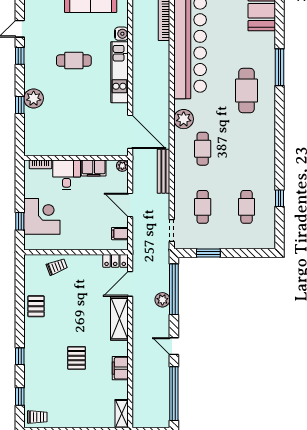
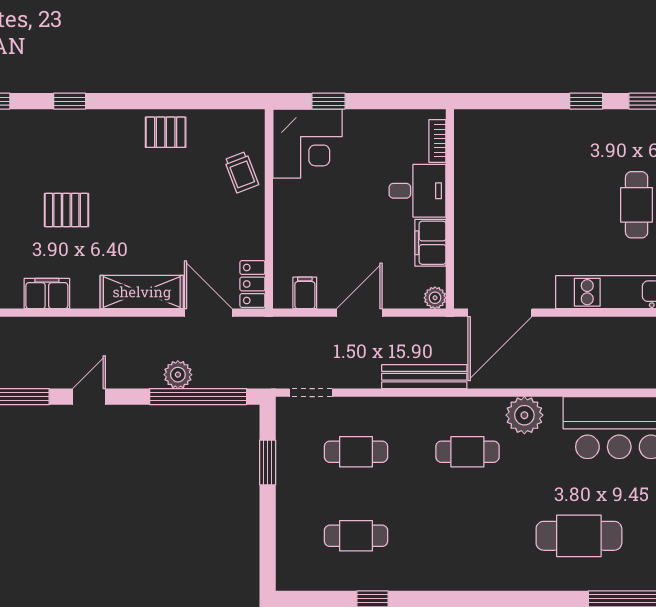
plant: (34, 98) -> (564, 128), removed
window: (20, 105) -> (586, 101), moved
corner desk: (42, 216) -> (308, 144), moved

